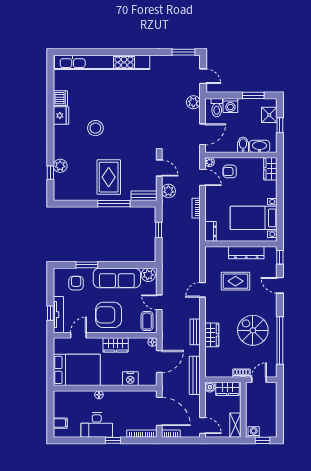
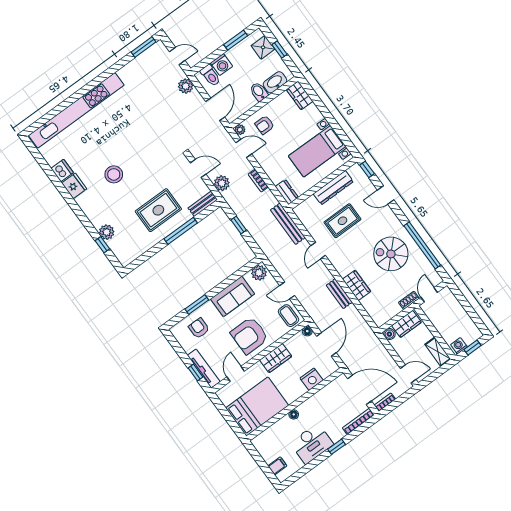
rug: (109, 177) -> (158, 210), turned 90
sofa: (117, 278) -> (233, 296), width x0.73
bench: (195, 375) -> (288, 224), moved

